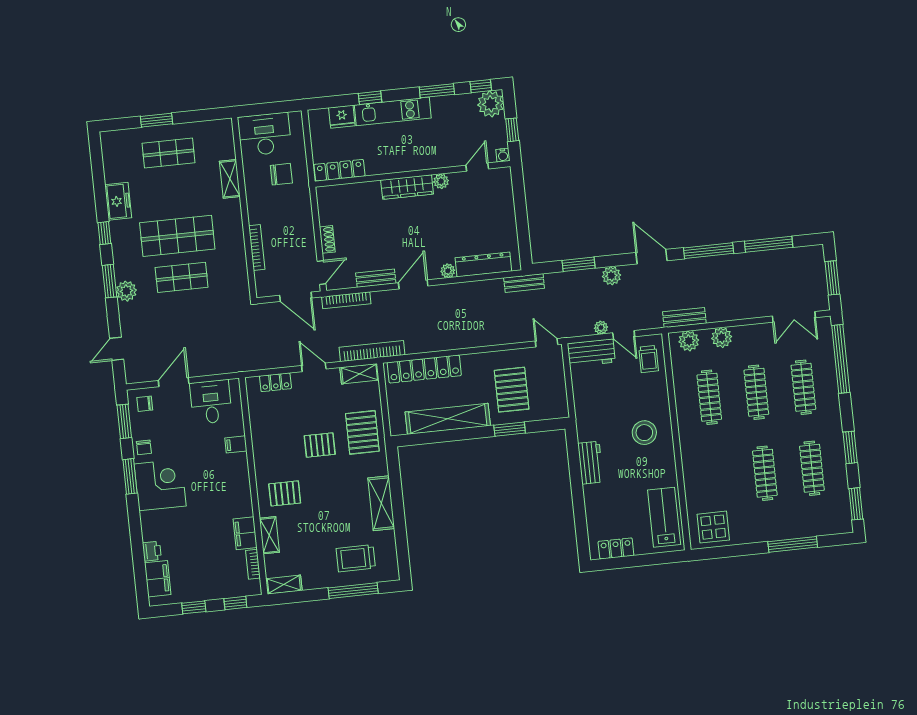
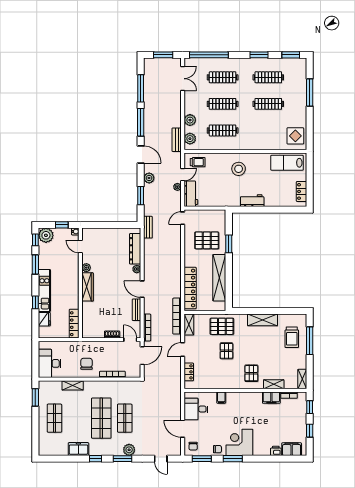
window: (156, 120) -> (35, 397), moved
chair: (281, 174) -> (86, 364), moved
door: (651, 257) -> (141, 154), swing flipped

